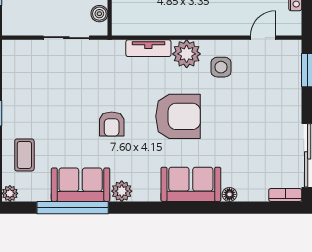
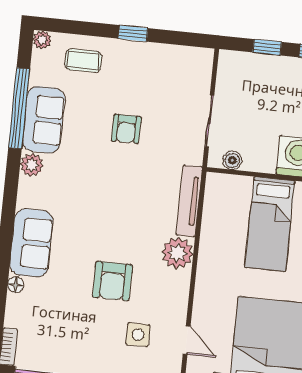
tv unit: (148, 48) -> (189, 201), width x1.41
side table: (221, 67) -> (138, 335), moved
armchair: (178, 116) -> (112, 281), moved, width x0.73, depth x0.73
armchair: (112, 124) -> (126, 129), moved, turned -90

